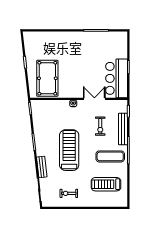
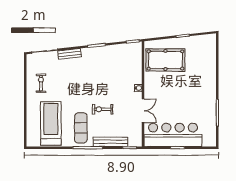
bar counter: (117, 78) -> (173, 135), width x1.36
exercise bike: (100, 126) -> (103, 109), moved
treadmill: (69, 150) -> (88, 84), removed
treadmill: (106, 184) -> (51, 123), width x1.37, depth x1.38

